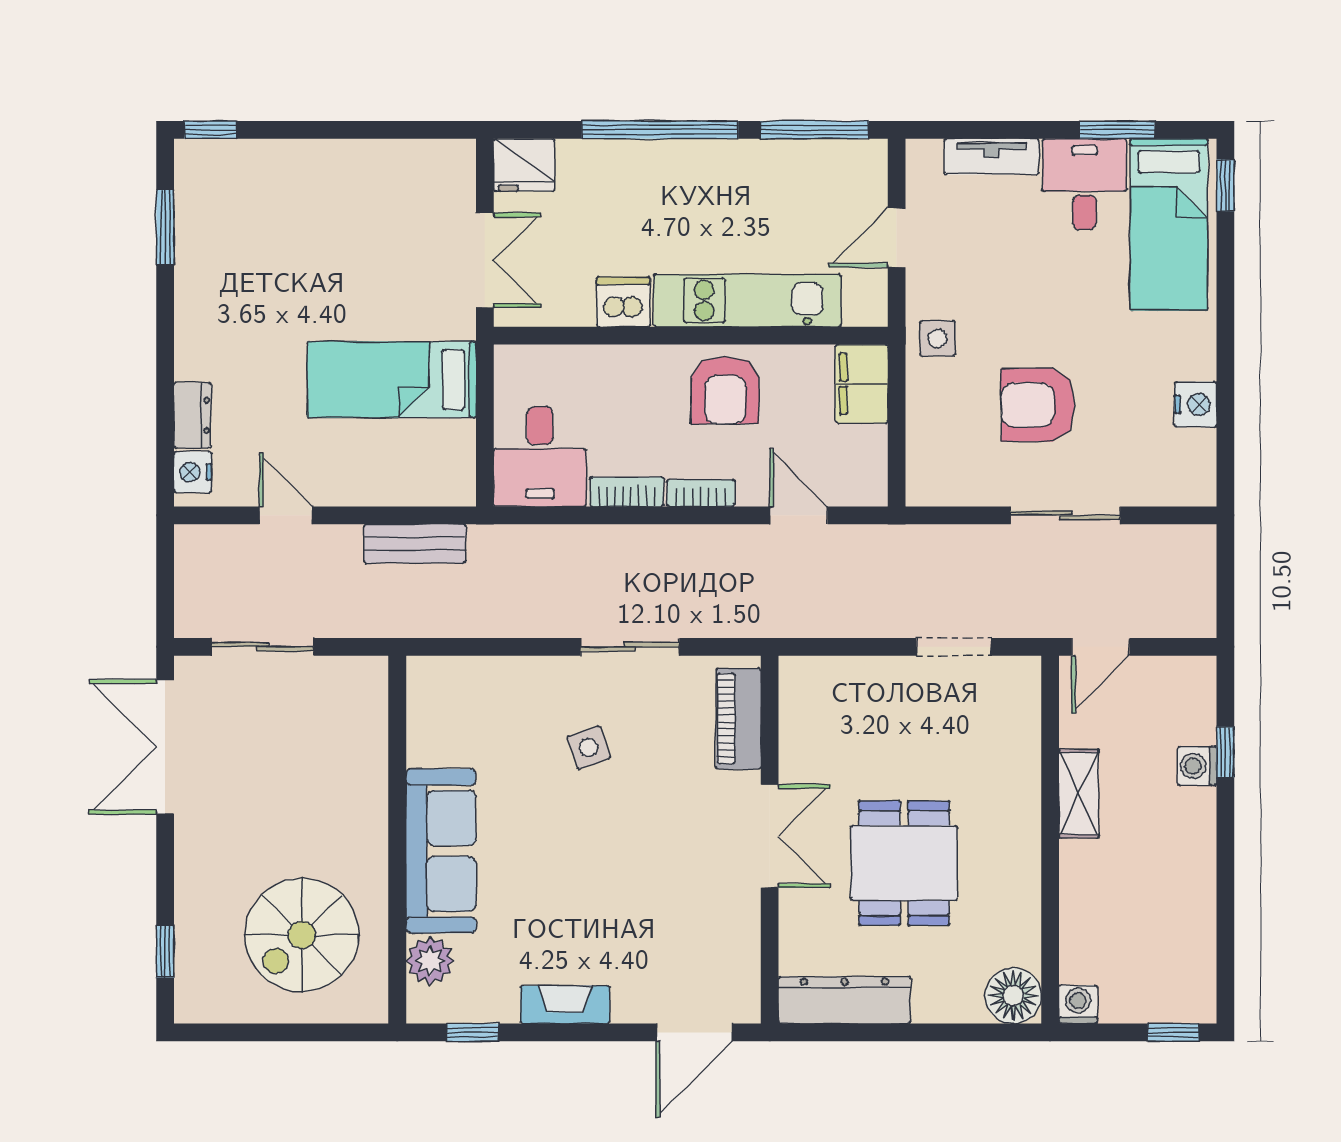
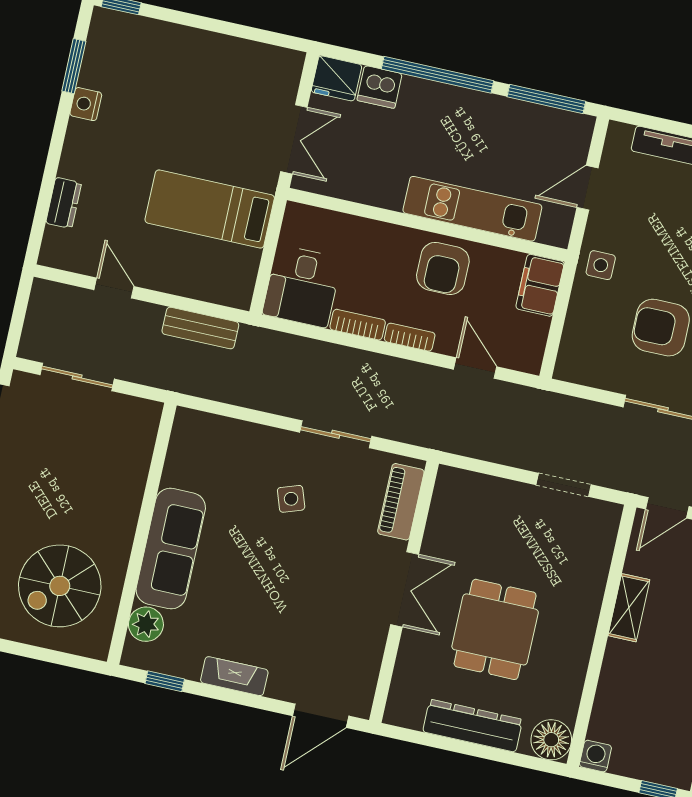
dishwasher: (623, 302) -> (380, 87), moved, turned 180
nightstand: (193, 472) -> (86, 104), moved
dresser: (844, 1000) -> (473, 726), moved

